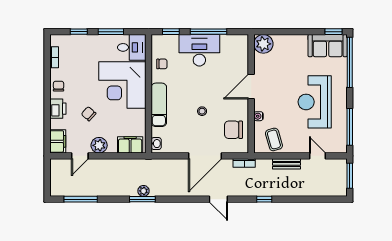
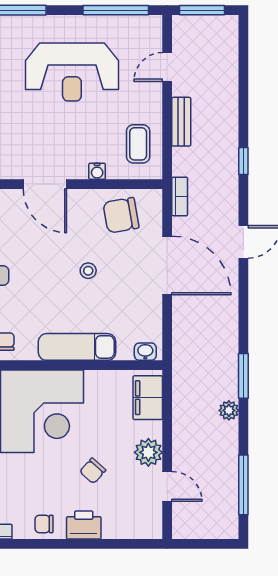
chair: (234, 130) -> (121, 215), turned 80
coffee table: (274, 139) -> (138, 144), turned -74
filing cabinet: (58, 141) -> (142, 525), removed
plant: (143, 191) -> (229, 410), moved

